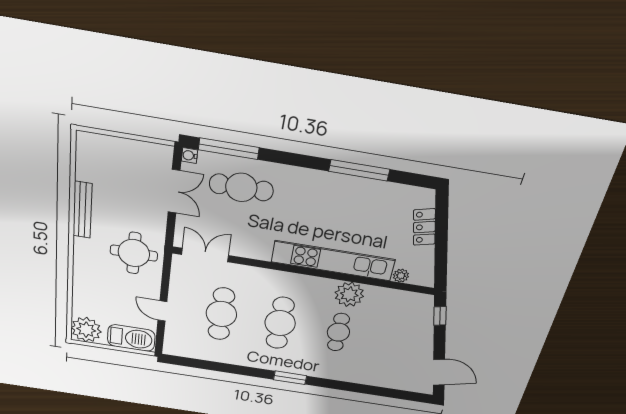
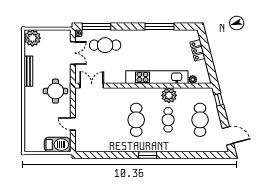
cafe table: (221, 314) -> (200, 120), moved
plant: (86, 330) -> (32, 38), moved

